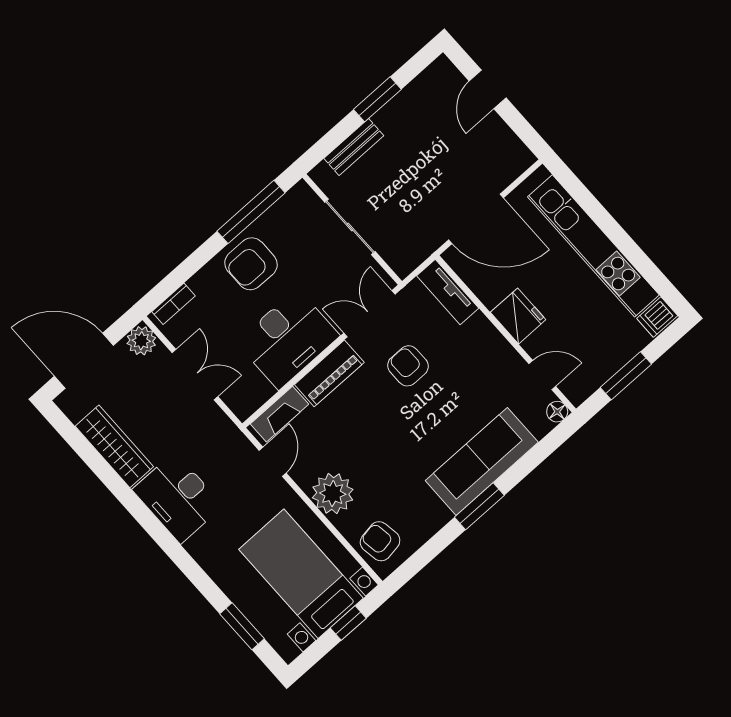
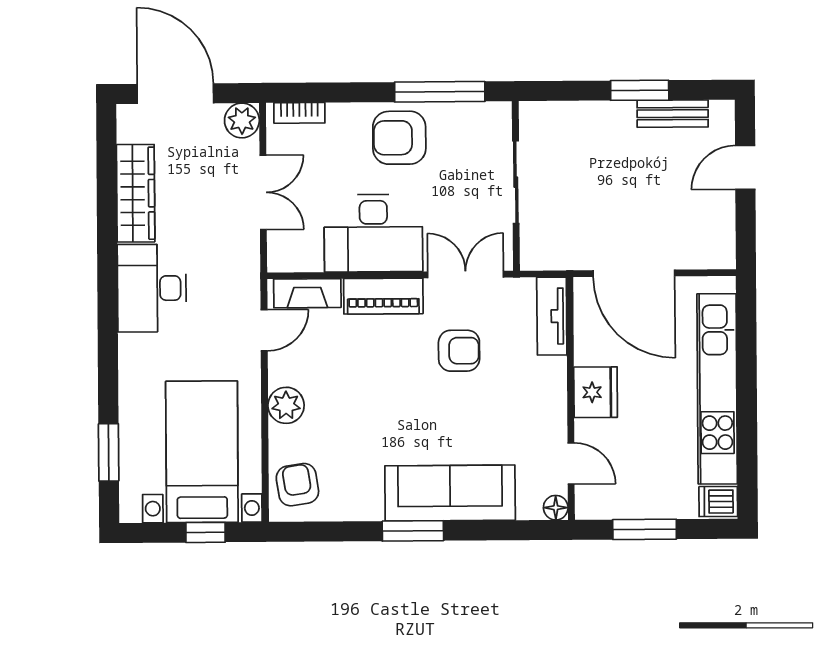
bench: (354, 147) -> (673, 114), moved
armchair: (408, 366) -> (459, 351), turned 90
plant: (333, 494) -> (286, 405), width x0.73, depth x0.73

